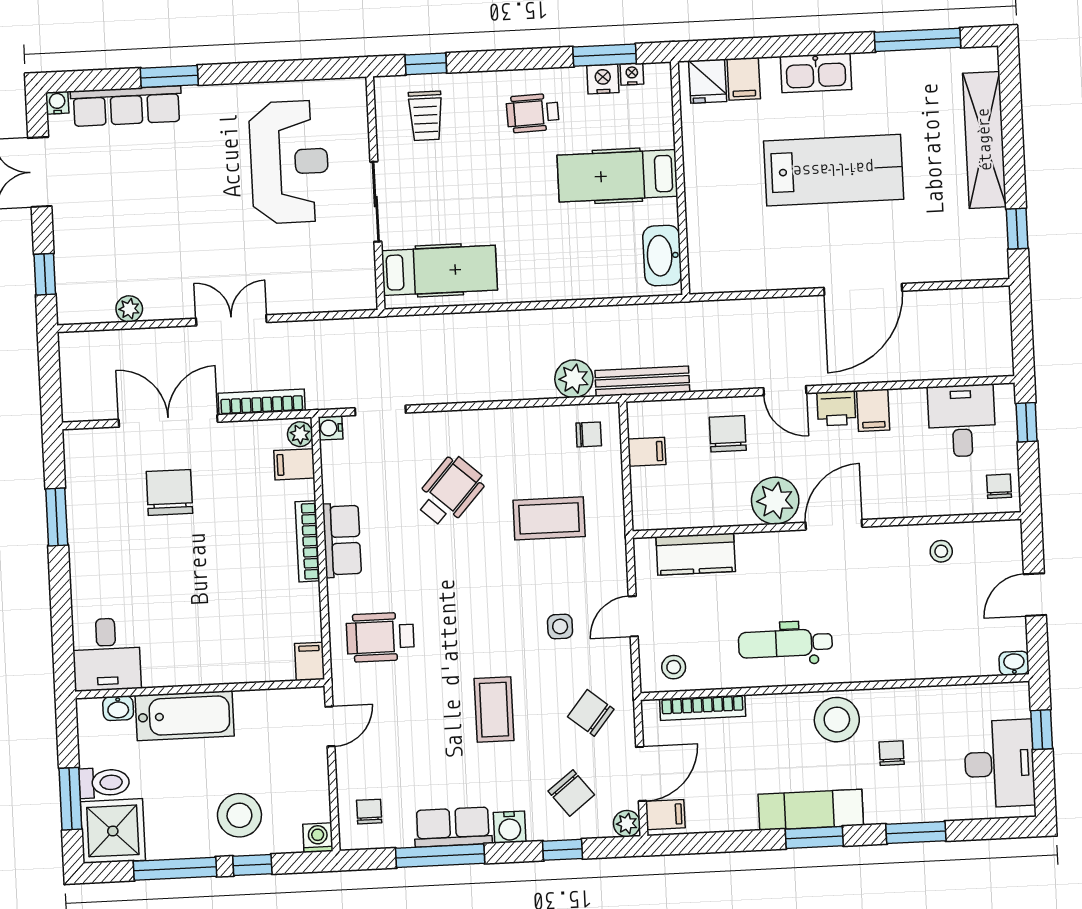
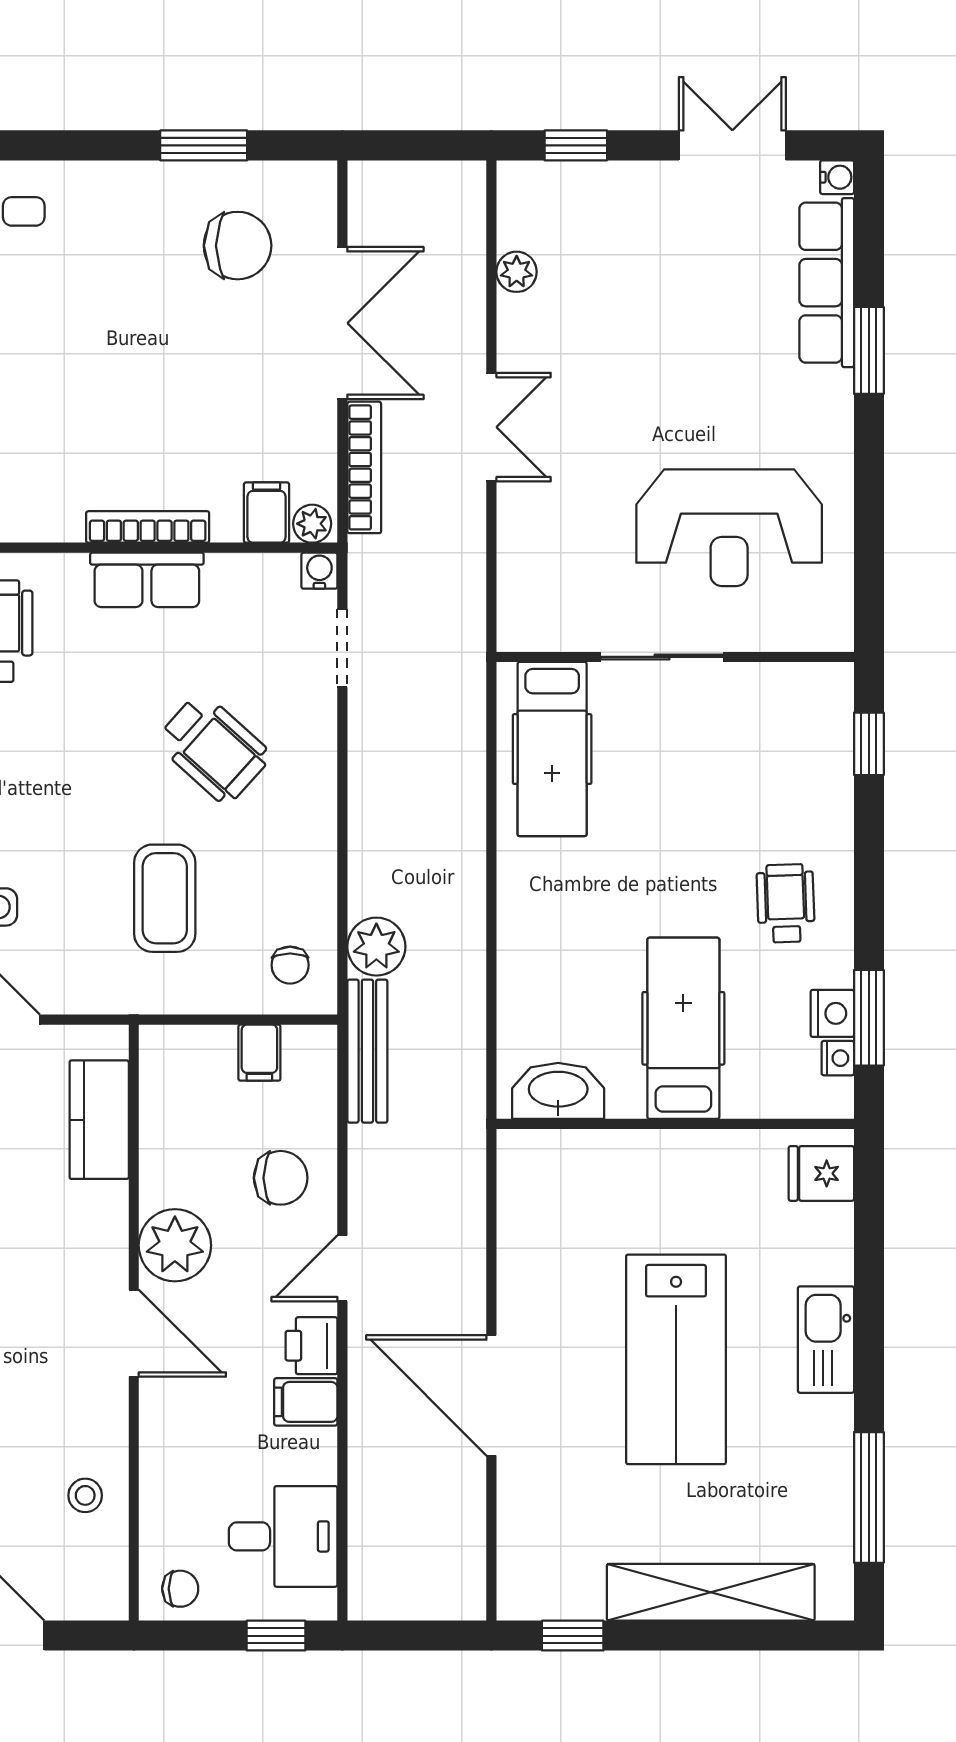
filing cabinet: (744, 79) -> (822, 1229), removed
trolley: (426, 116) -> (789, 740), removed
chair: (169, 492) -> (238, 246), moved

